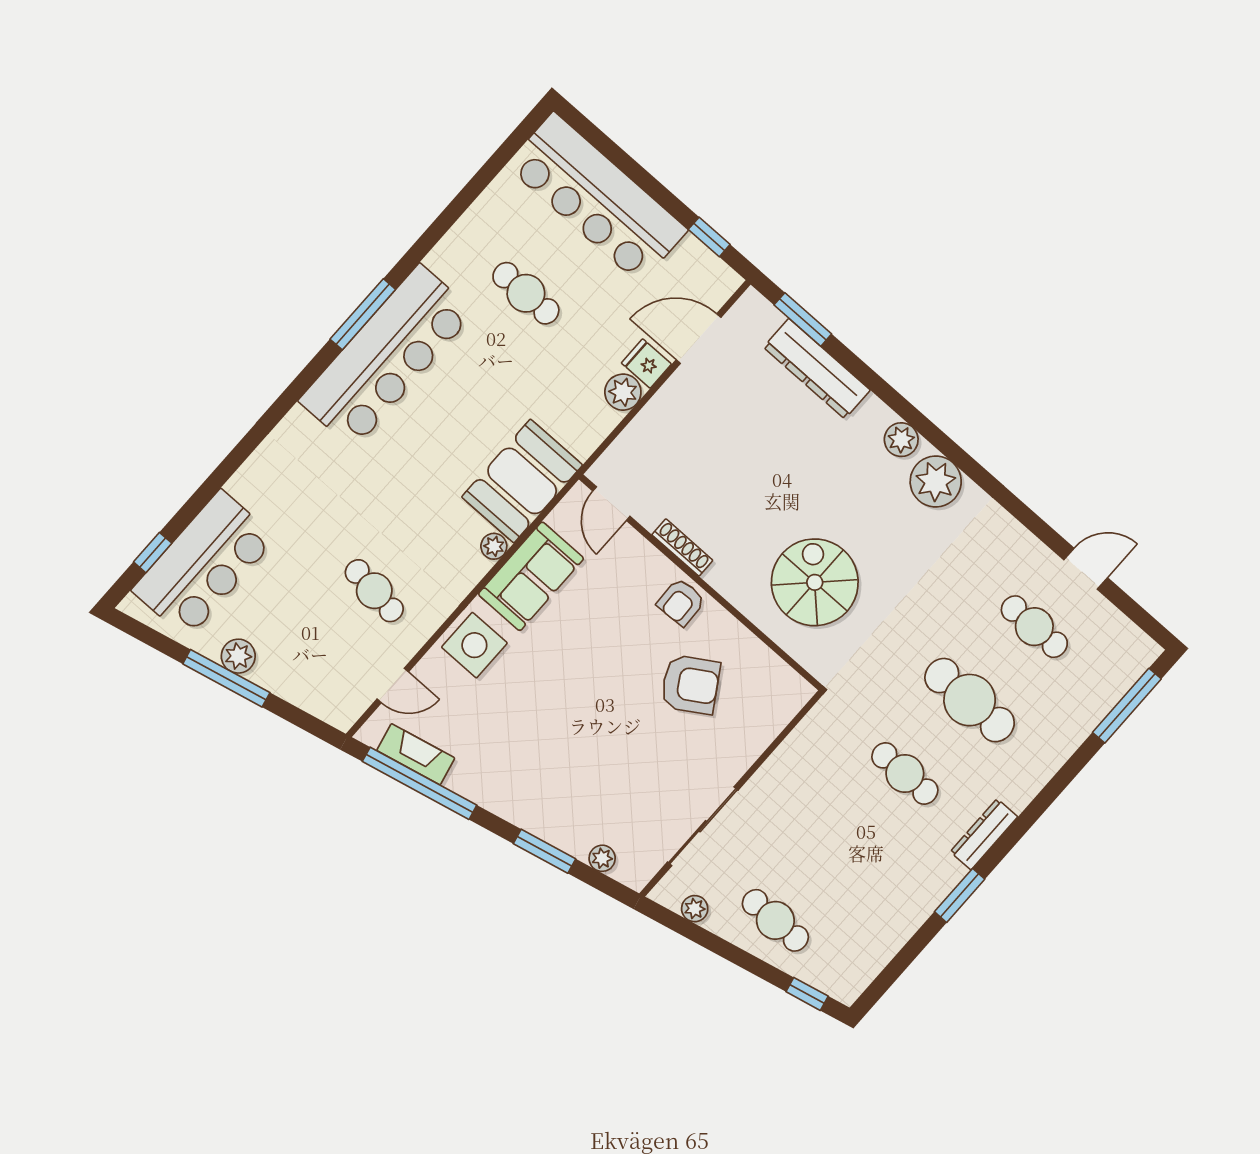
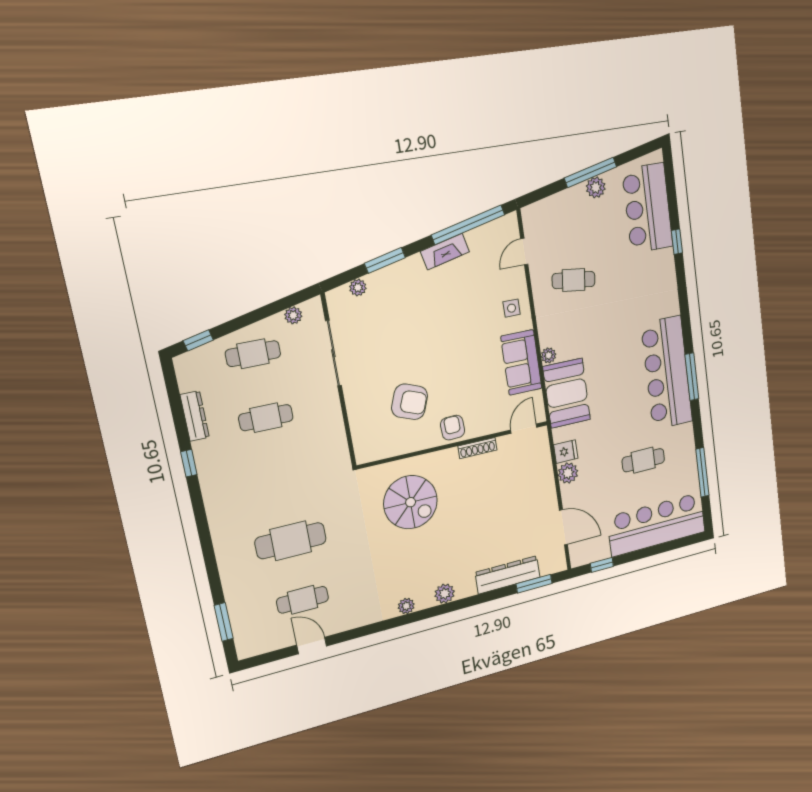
window: (476, 186) -> (702, 472), added
door: (699, 339) -> (563, 527), hinge flipped
fridge: (646, 364) -> (566, 452), moved
plant: (936, 482) -> (406, 606), width x0.53, depth x0.53
door: (611, 504) -> (524, 429), hinge flipped
window: (153, 553) -> (677, 242), moved
door: (1086, 569) -> (312, 645), swing flipped
side table: (474, 645) -> (512, 308), width x0.54, depth x0.54
armchair: (690, 685) -> (410, 402), turned -127
window: (1127, 706) -> (224, 622), width x0.69
fireplace: (416, 754) -> (445, 252), moved
cafe table: (905, 773) -> (266, 418), moved
dresser: (984, 834) -> (195, 416), moved
window: (960, 895) -> (189, 463), width x0.67

